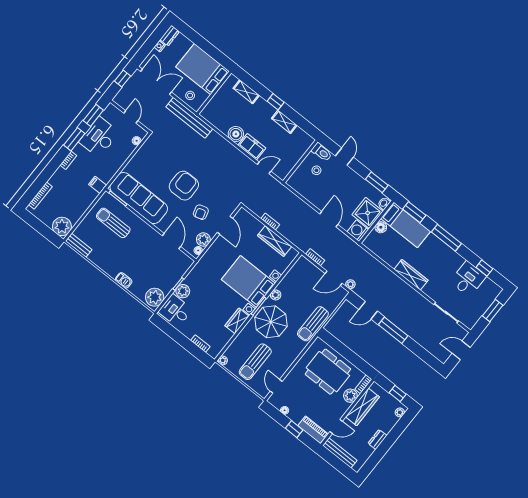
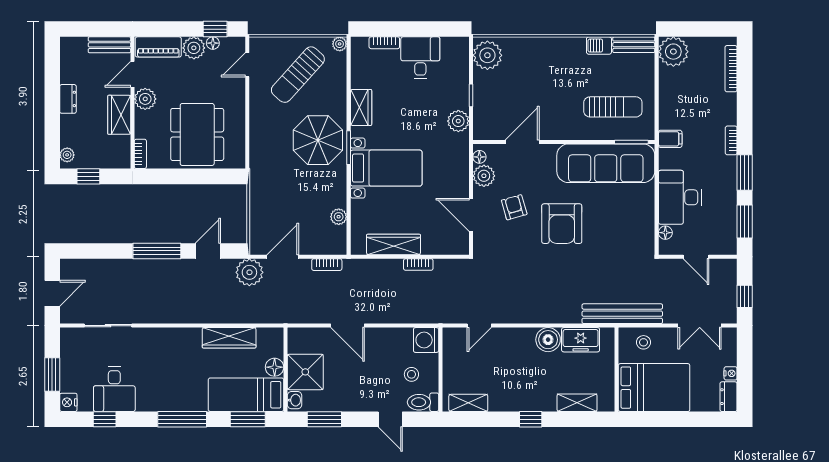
double door: (156, 82) -> (700, 326), width x0.73
shelving: (284, 122) -> (468, 403), moved
desk: (99, 137) -> (680, 197), moved, turned 180
freezer: (252, 147) -> (581, 340), moved
washing machine: (358, 231) -> (426, 340), moved, turned 180
door: (171, 241) -> (522, 142), swing flipped
wardrobe: (411, 275) -> (229, 338), moved
barbecue: (124, 280) -> (599, 46), moved
bed with nightstands: (248, 281) -> (386, 168), width x0.73
plant: (350, 284) -> (249, 272), width x1.87, depth x1.87
nightstand: (496, 290) -> (68, 402), added
plant: (183, 291) -> (458, 121), moved
plant: (276, 295) -> (339, 217), moved
desk: (175, 311) -> (420, 58), moved, turned -90
sun lounger: (313, 324) -> (263, 179), removed
sun lounger: (255, 362) -> (298, 75), turned -138
dining table: (328, 372) -> (197, 134), turned 90
door: (276, 386) -> (247, 65), swing flipped
plant: (350, 396) -> (145, 99), moved
wardrobe: (362, 407) -> (119, 115), width x0.67
plant: (296, 415) -> (194, 48), added
window: (294, 429) -> (215, 29), moved
bench: (340, 453) -> (109, 45), width x0.73

